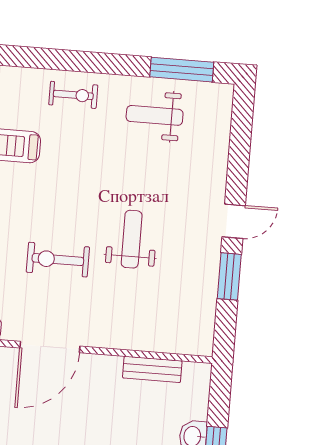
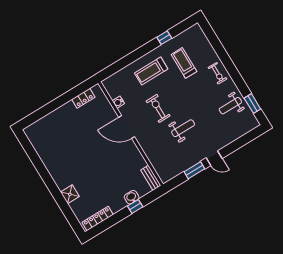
window: (182, 70) -> (252, 104), width x0.69
weight bench: (155, 115) -> (230, 106), turned -90
bench: (152, 369) -> (151, 178), moved

